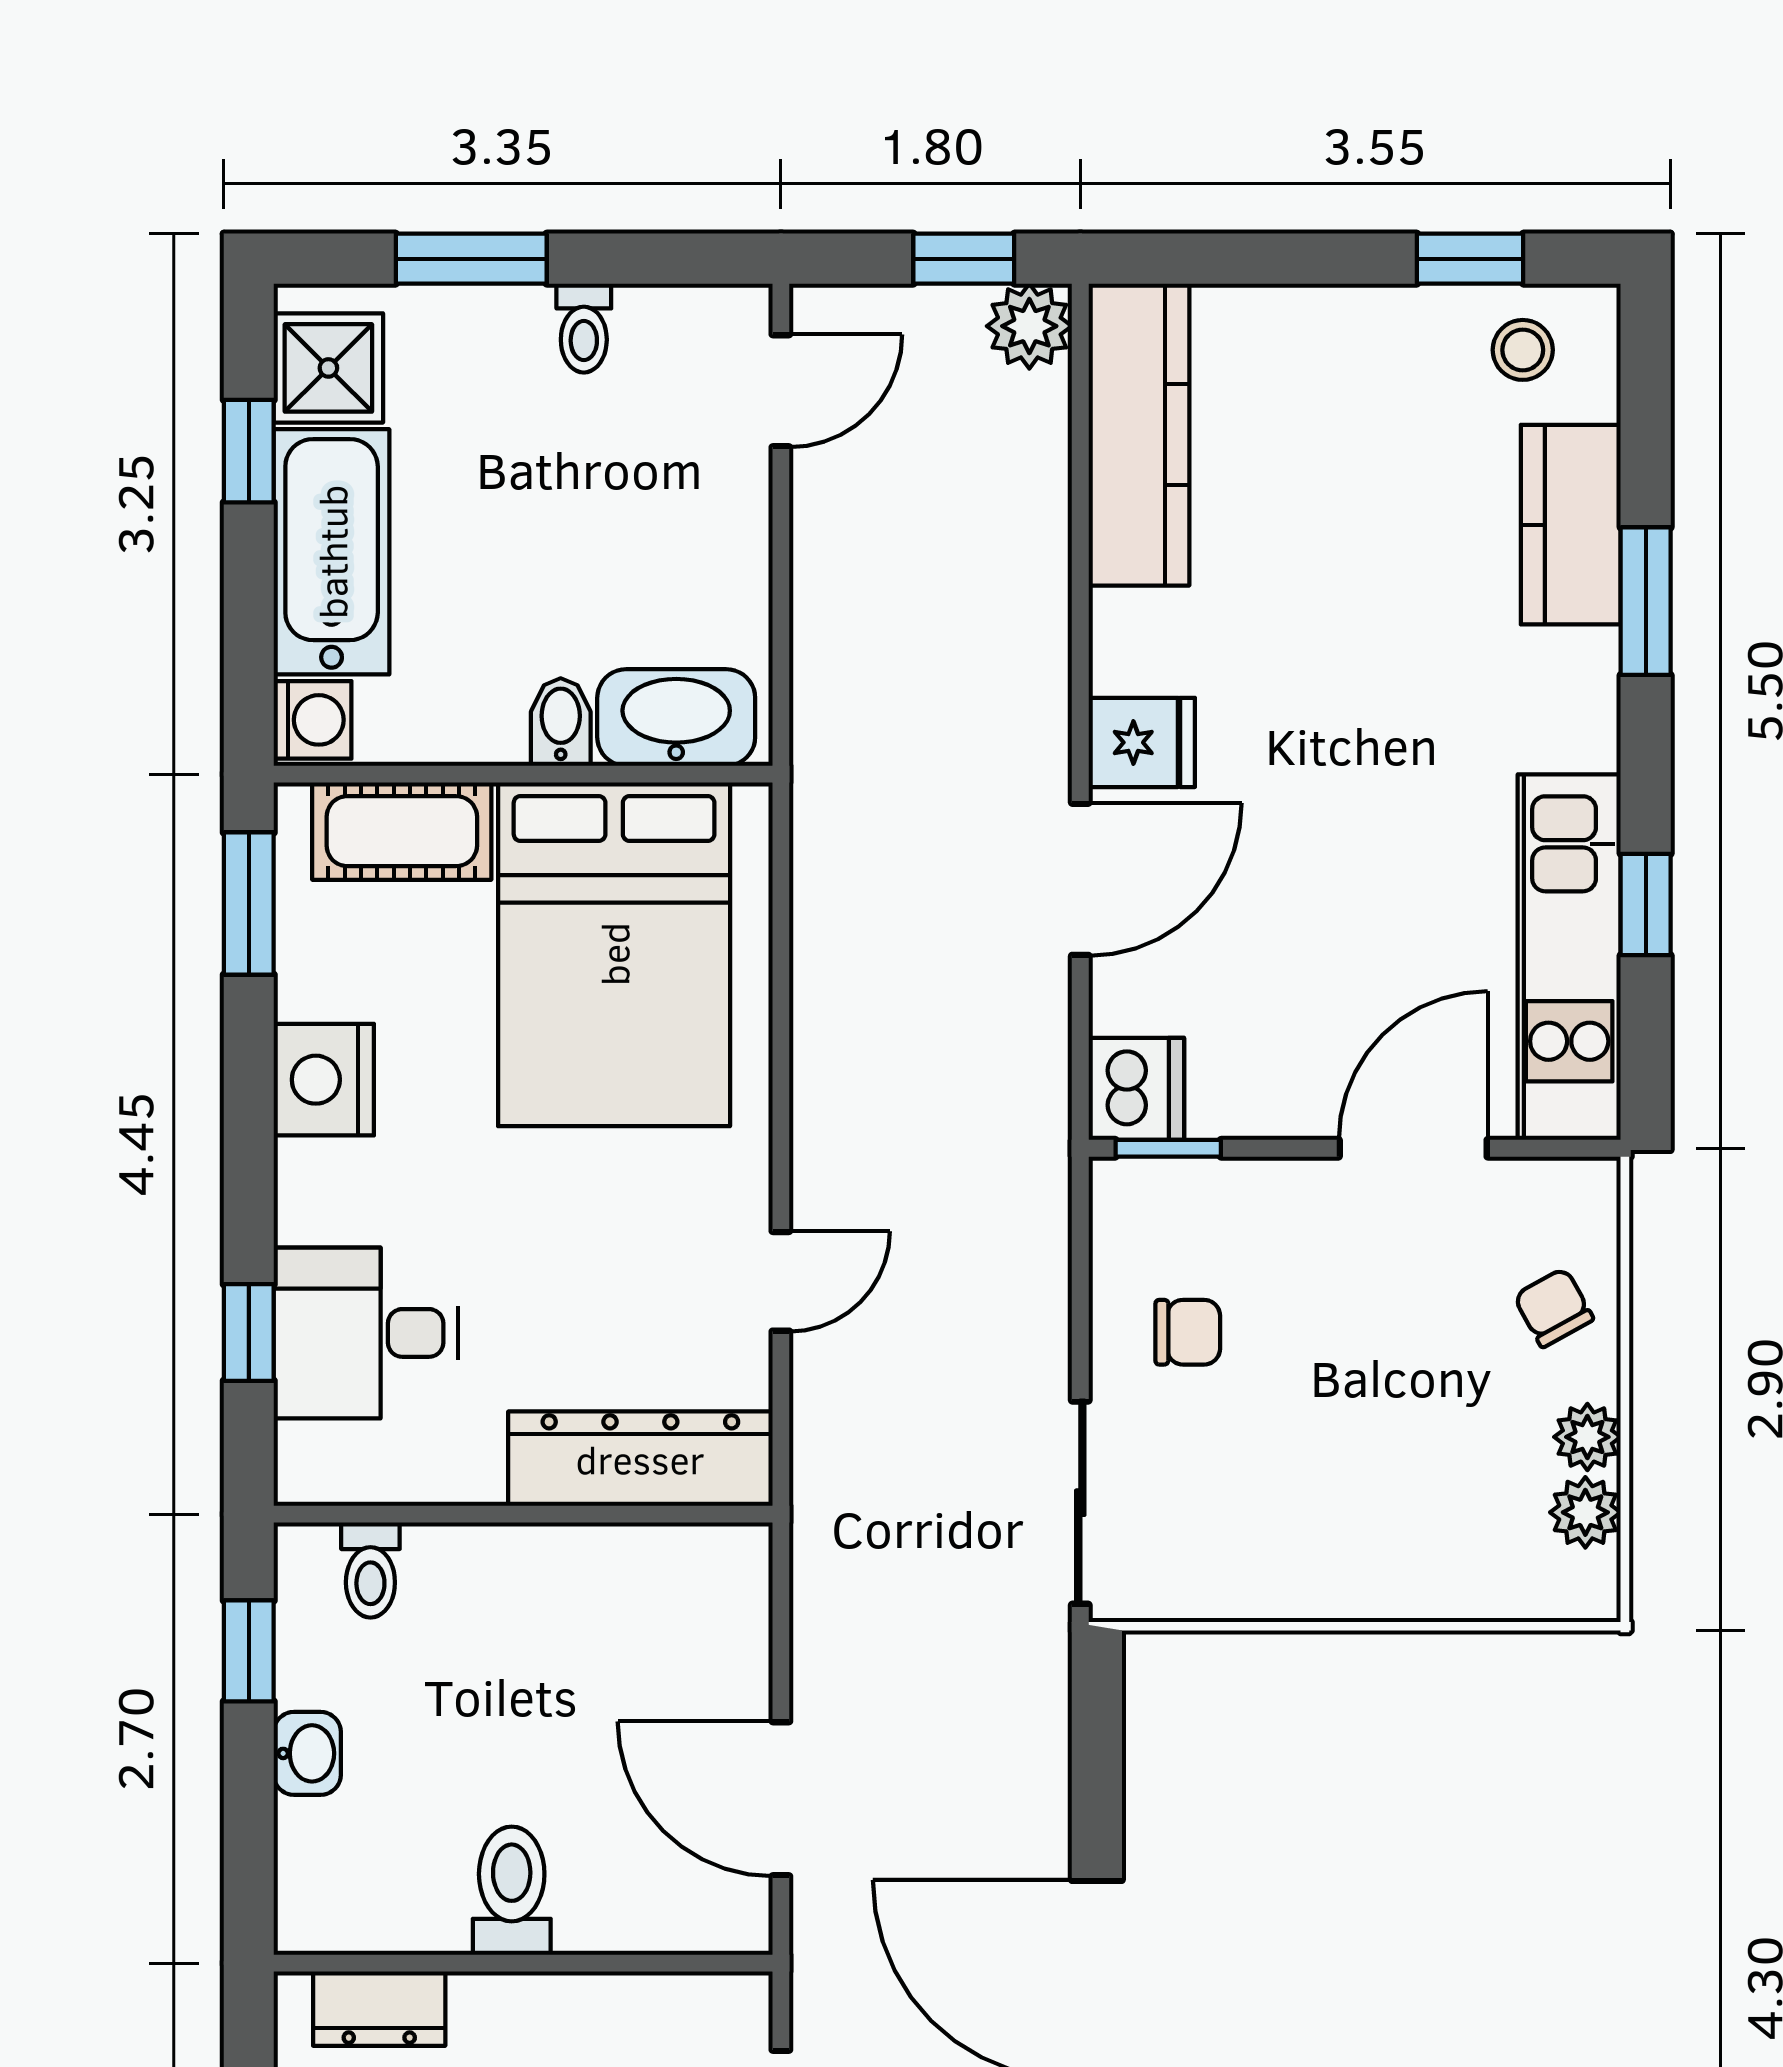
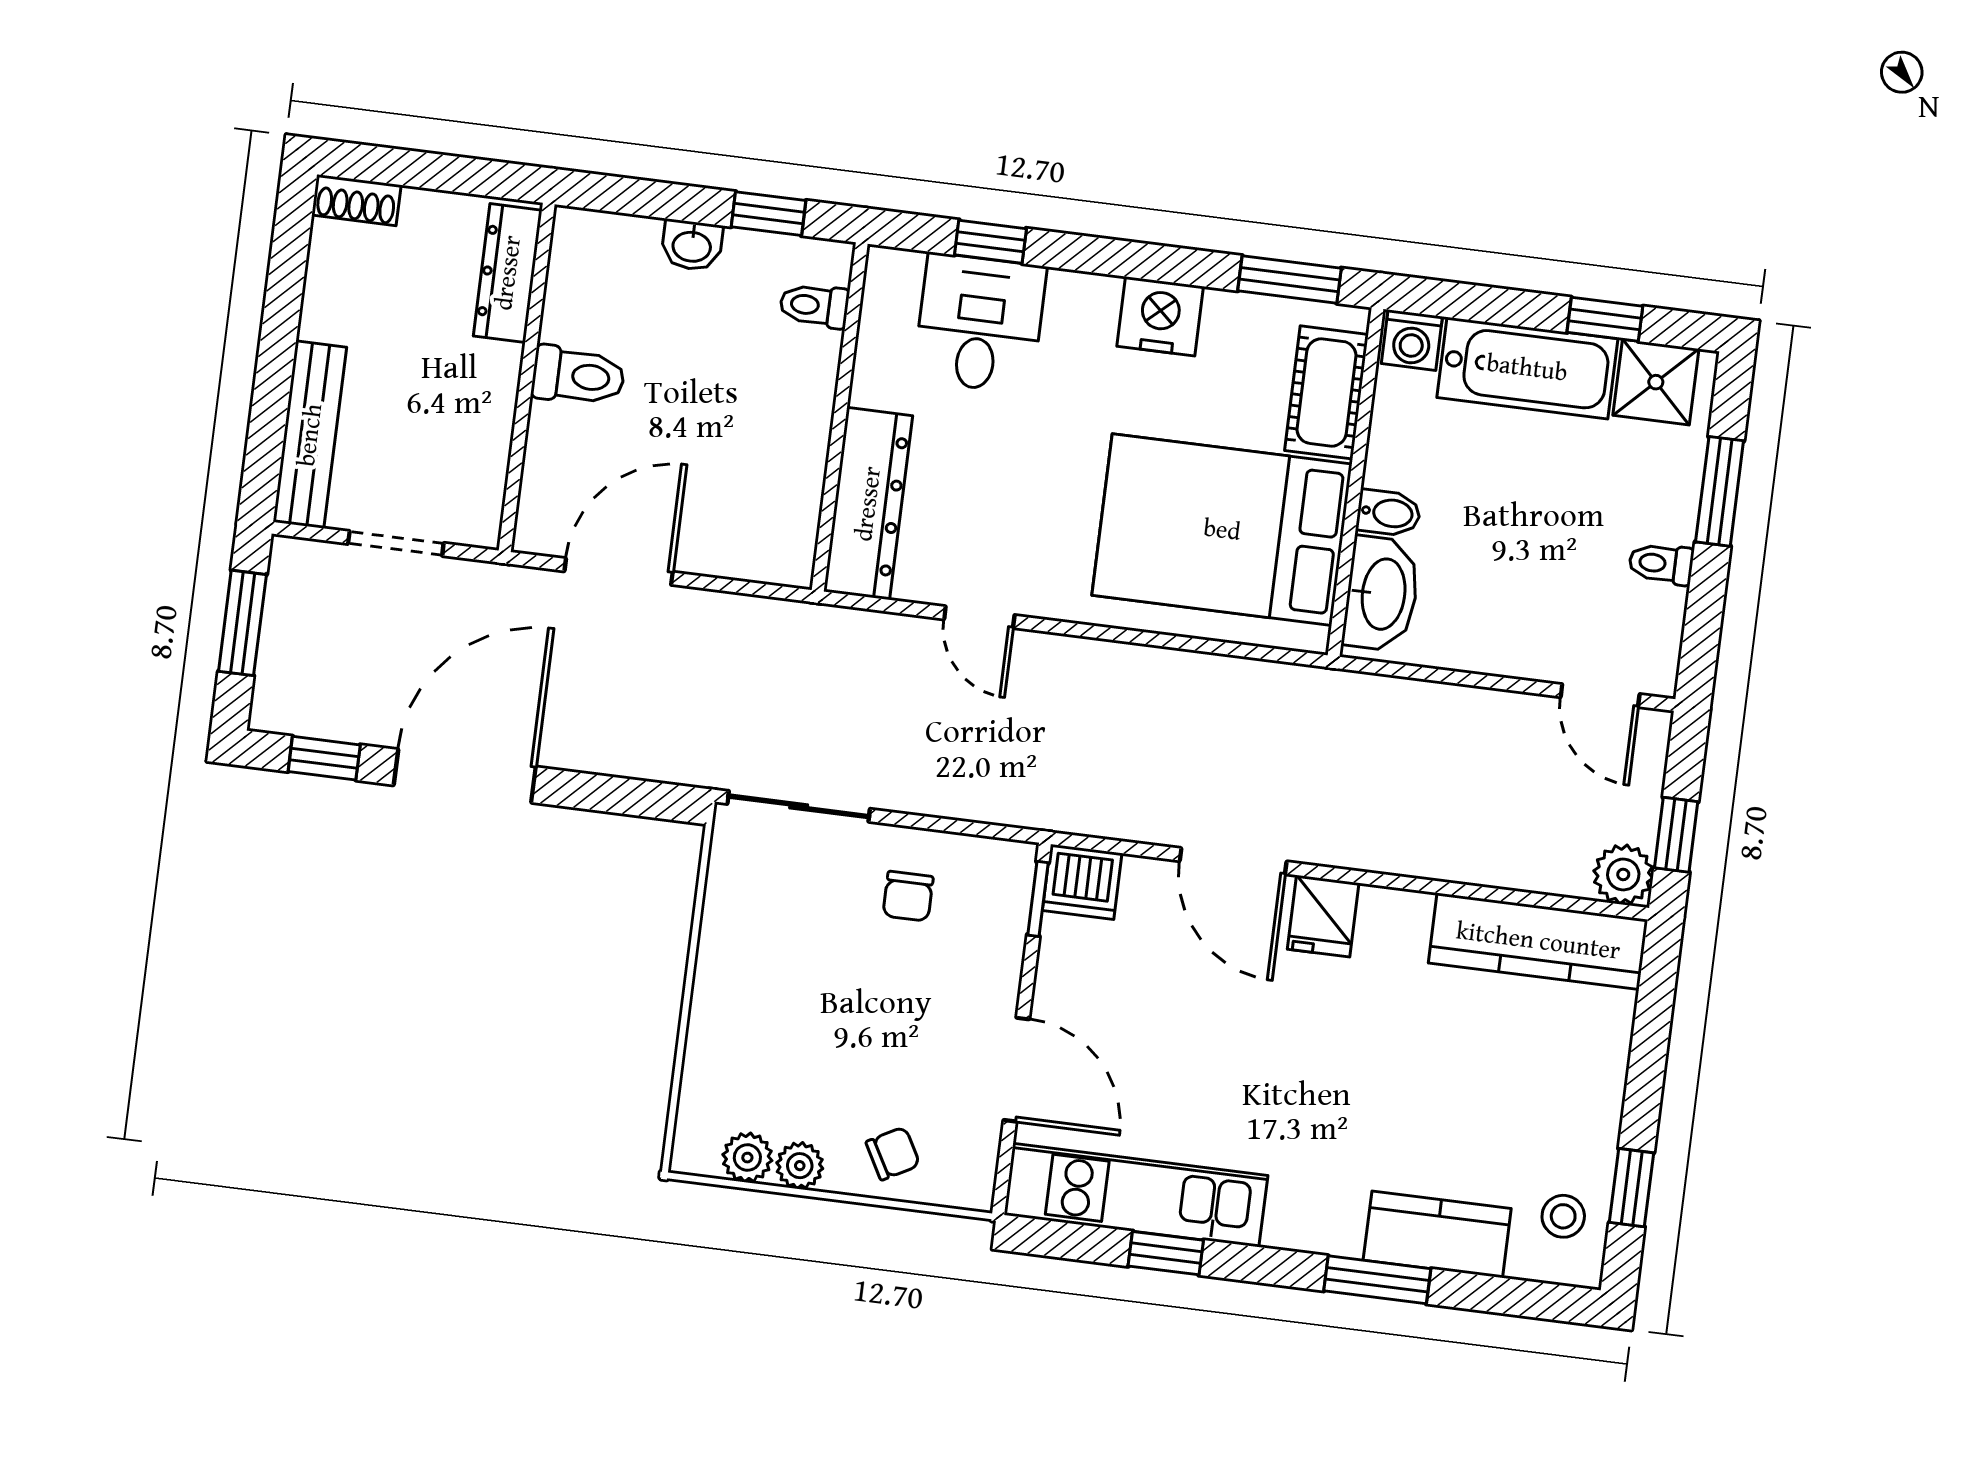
dresser: (379, 2009) -> (508, 273), width x1.44

